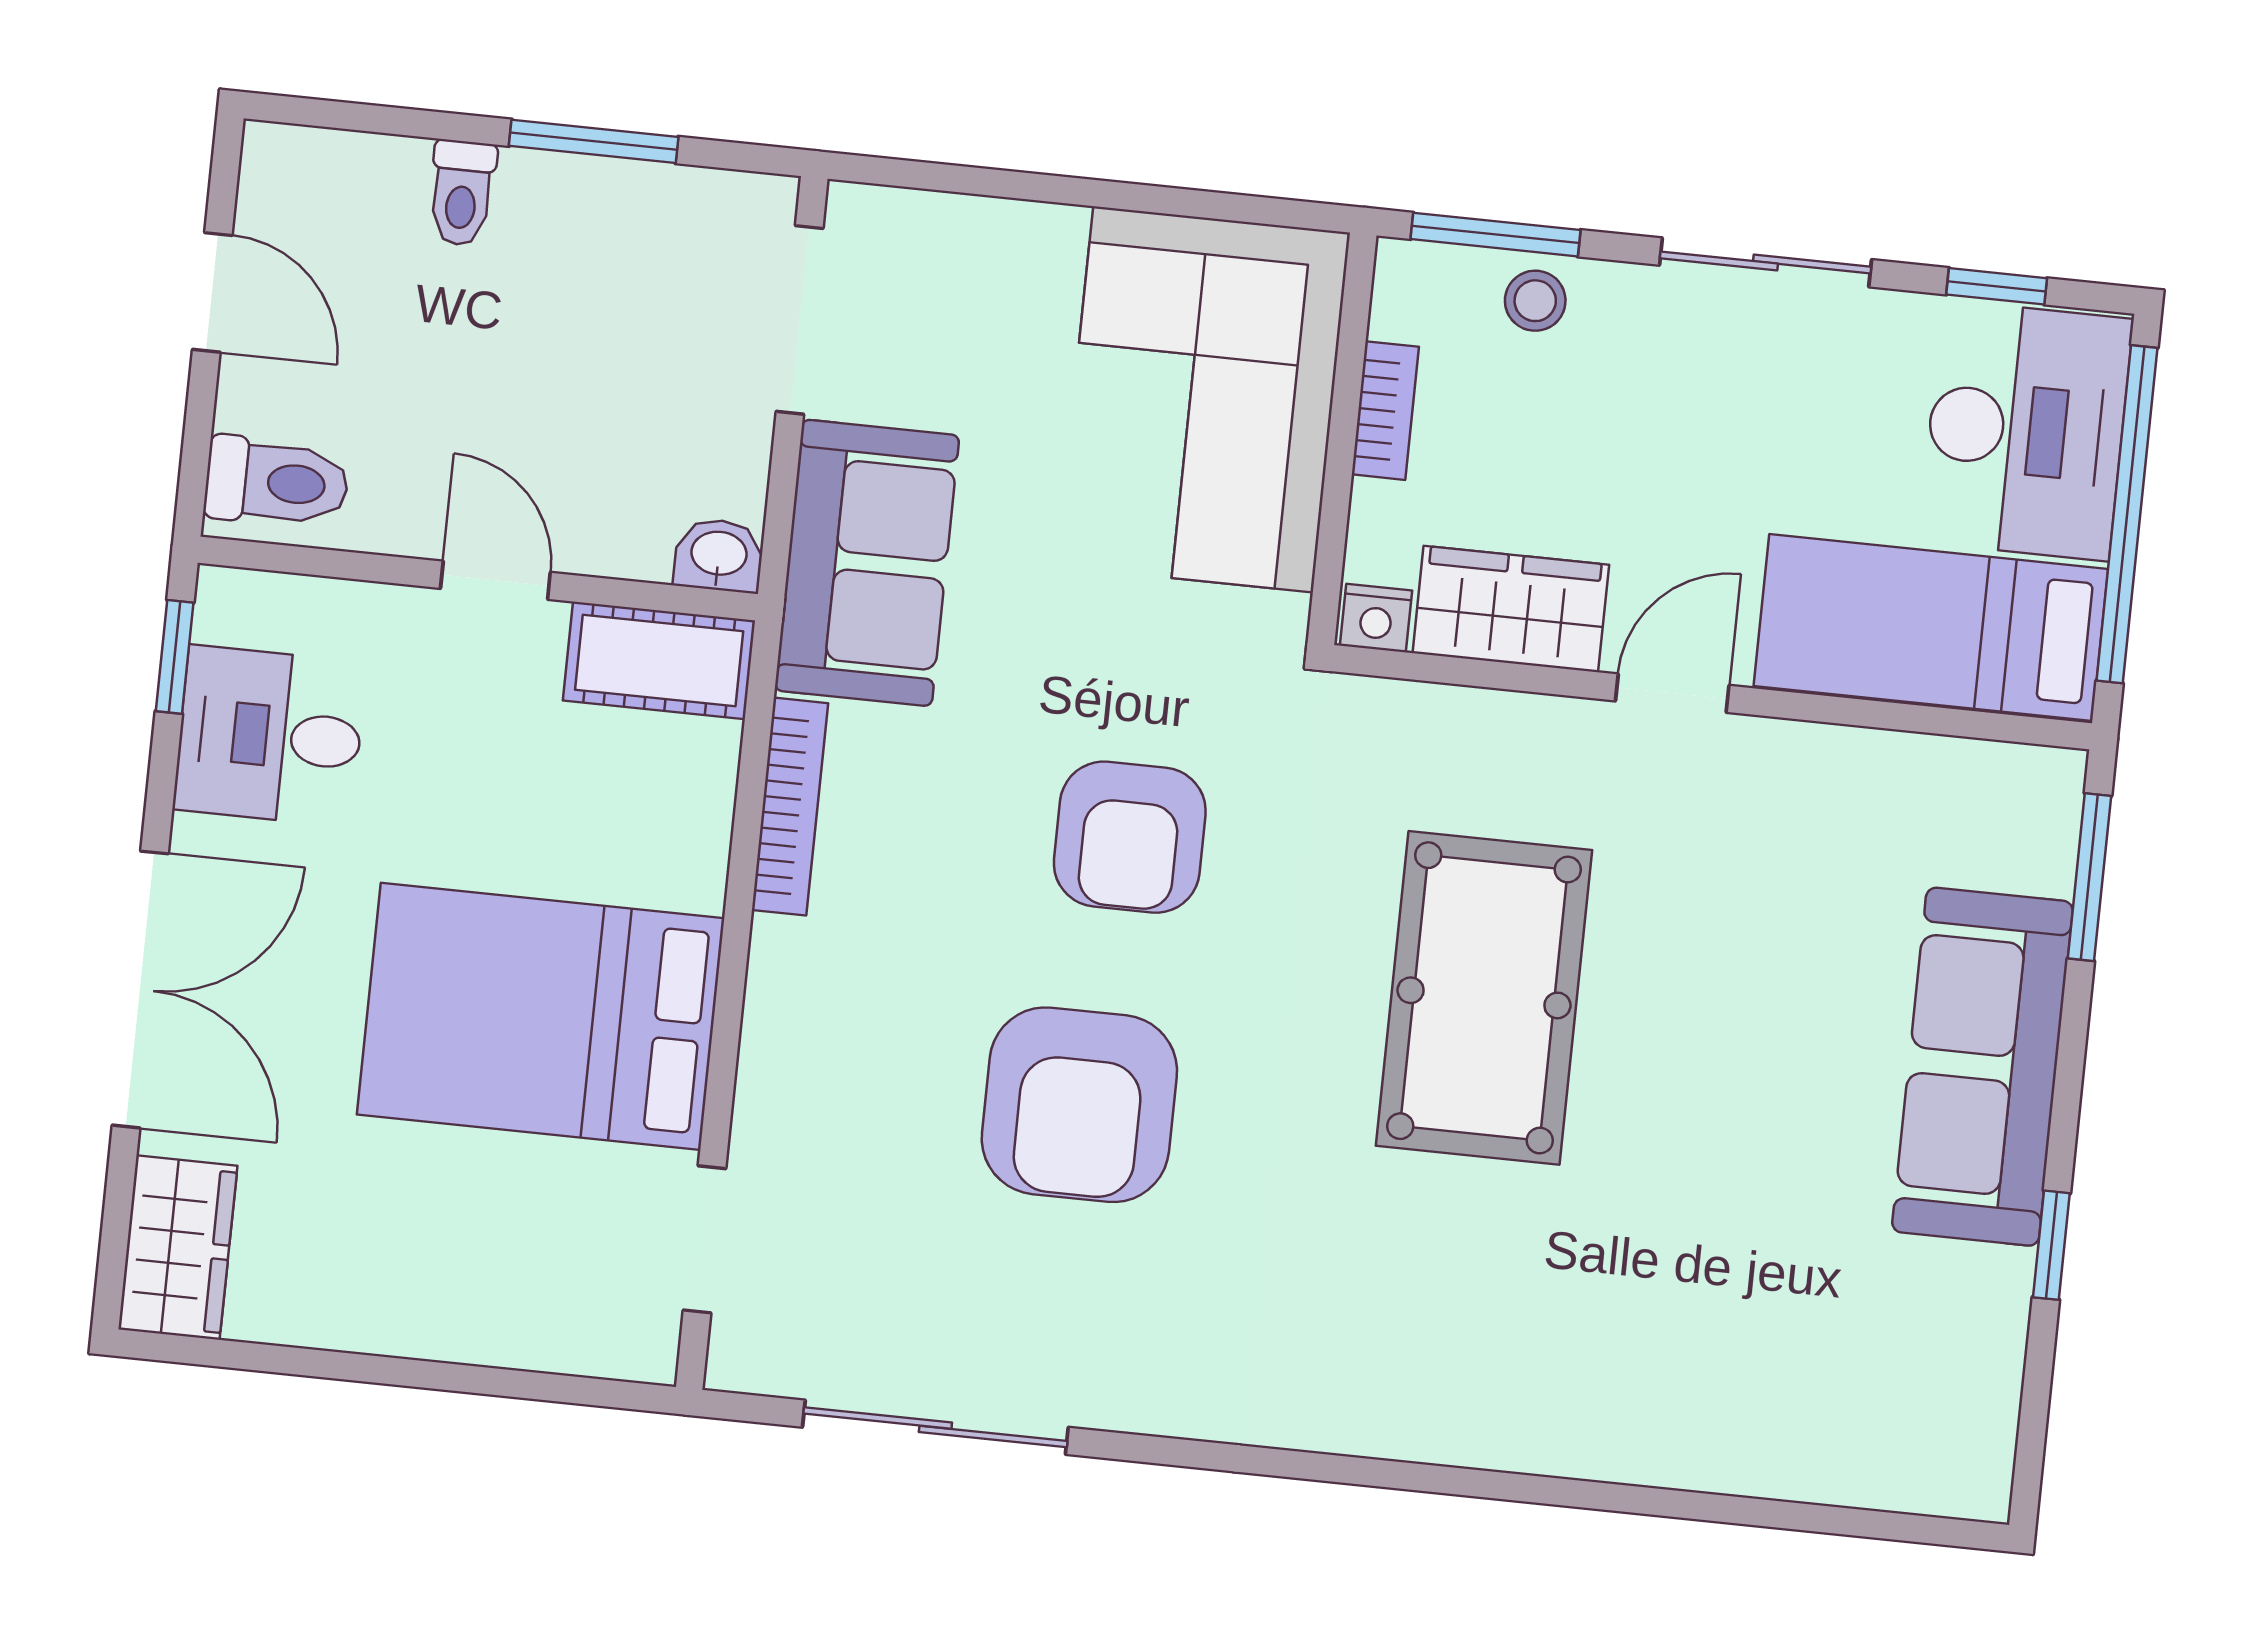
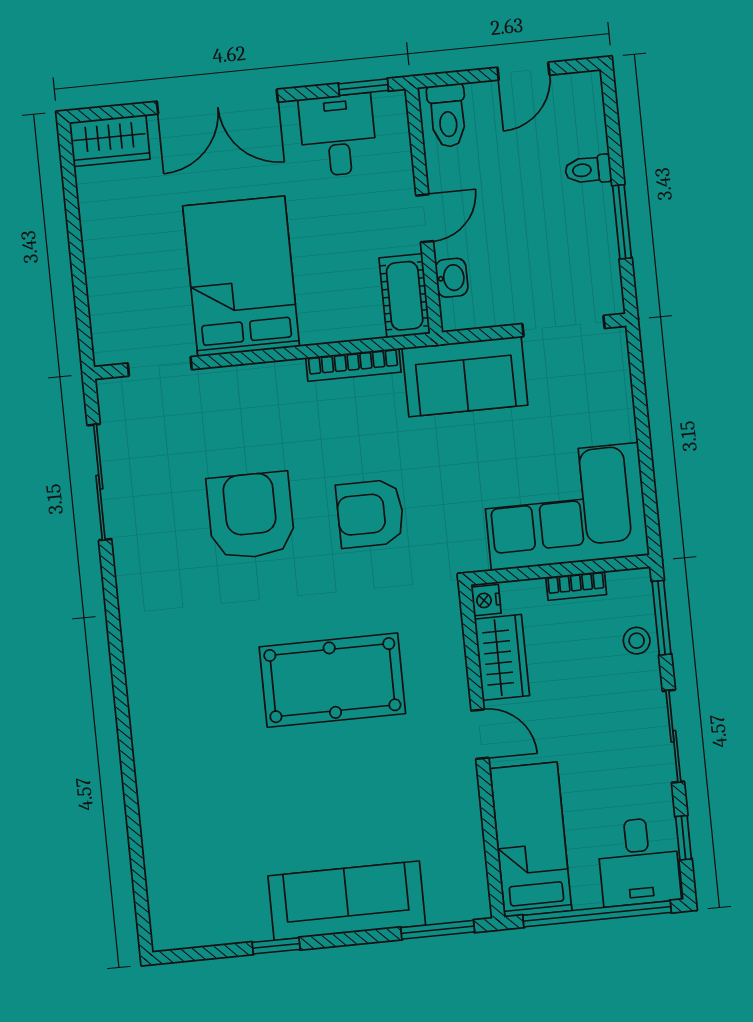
desk: (2026, 430) -> (639, 862), width x0.73
washbasin: (719, 555) -> (452, 278), moved
armchair: (1079, 1105) -> (251, 516), turned 90

